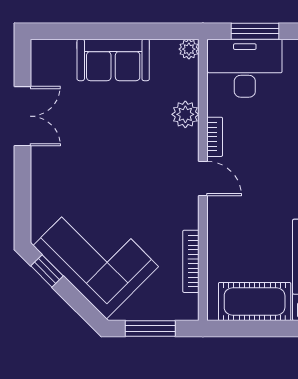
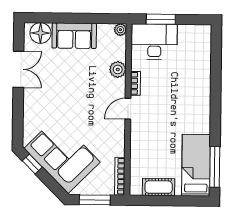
floor lamp: (58, 56) -> (40, 33), added
door: (203, 178) -> (128, 109), swing flipped
bookcase: (191, 261) -> (120, 176), moved
cot: (255, 302) -> (159, 187), width x0.73, depth x0.75

